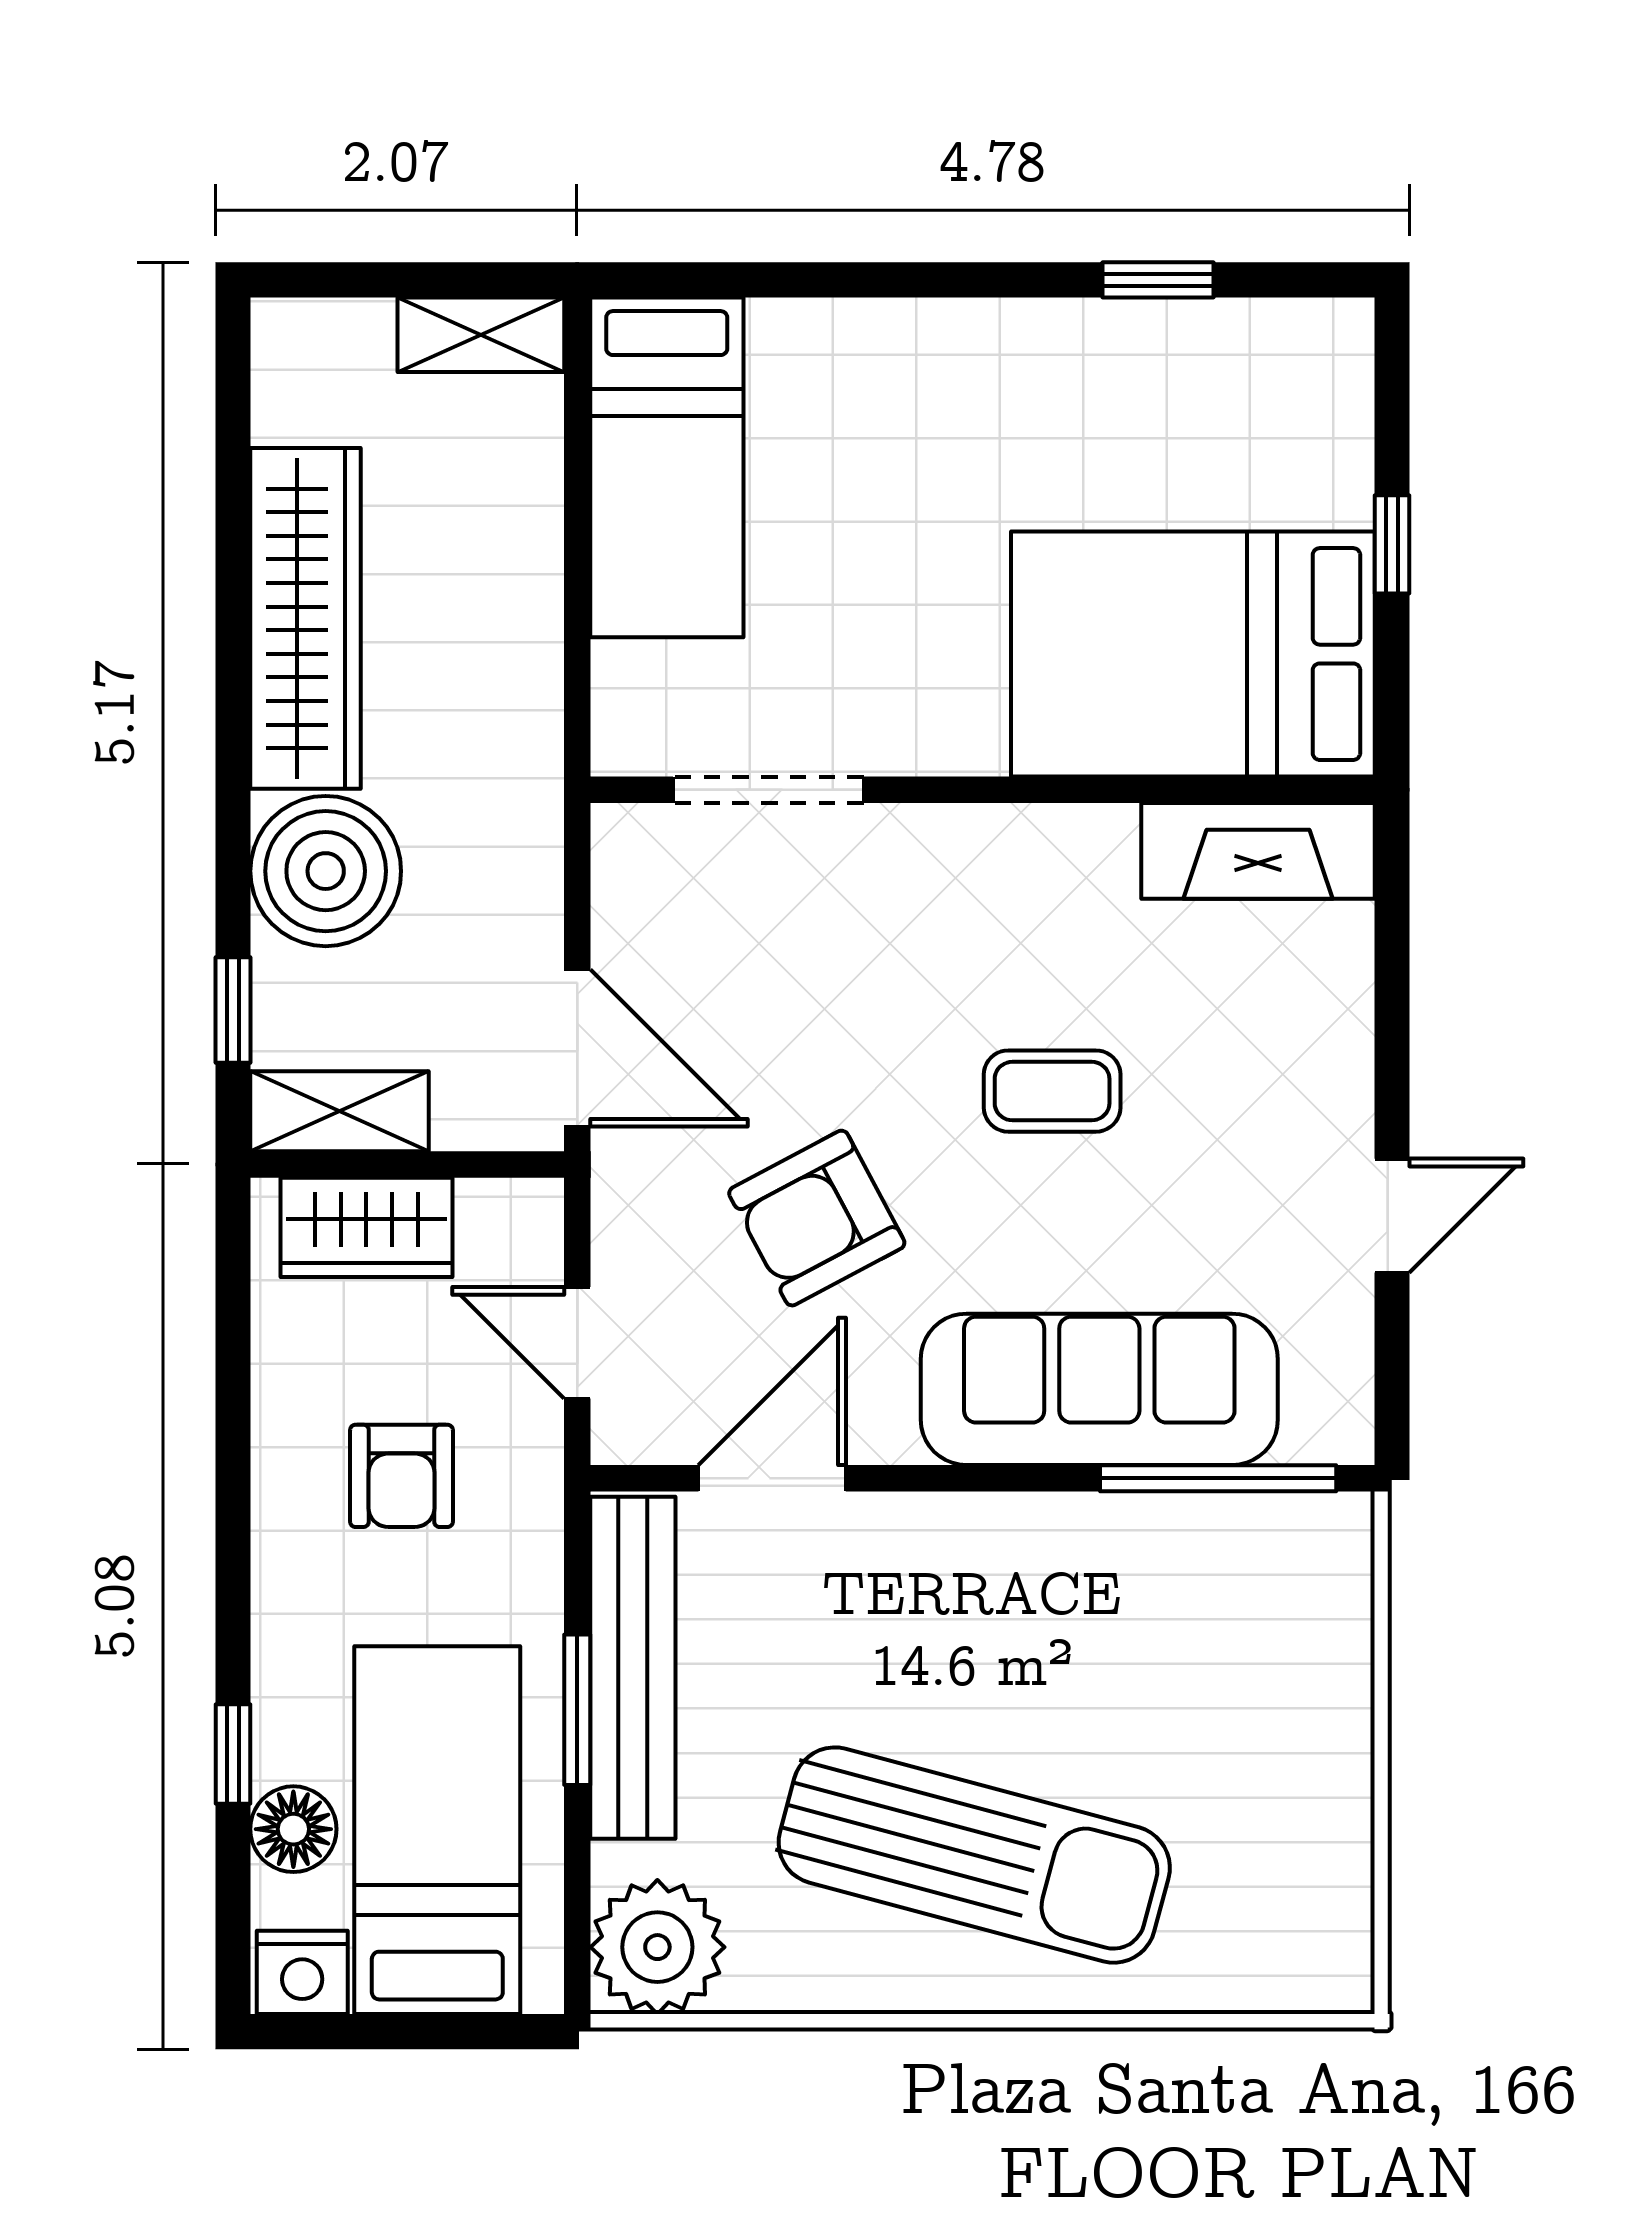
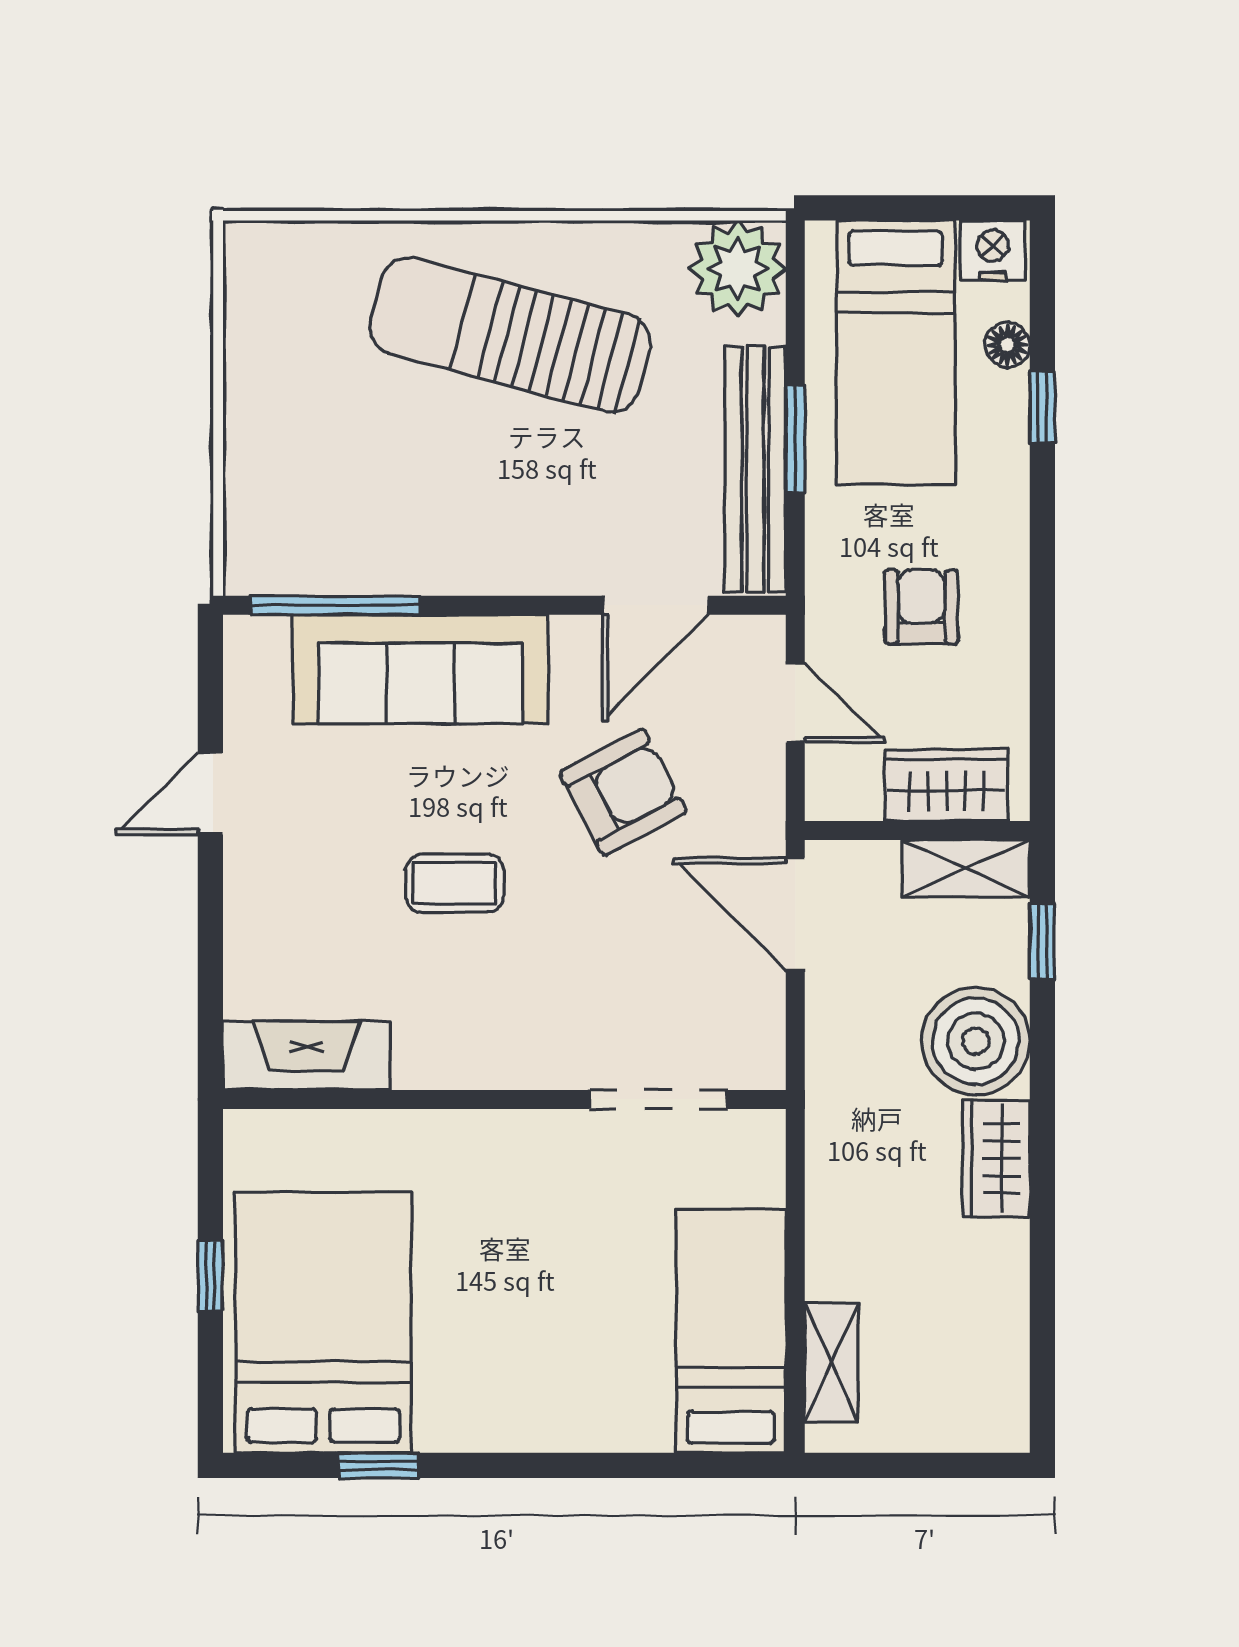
shelving: (481, 335) -> (832, 1363), moved, turned 90
wardrobe: (306, 618) -> (996, 1158), width x0.48, depth x0.85
bed: (1193, 654) -> (323, 1323), moved, turned -90
floor lamp: (293, 1829) -> (1007, 345), width x0.73, depth x0.73

